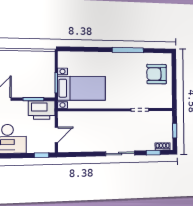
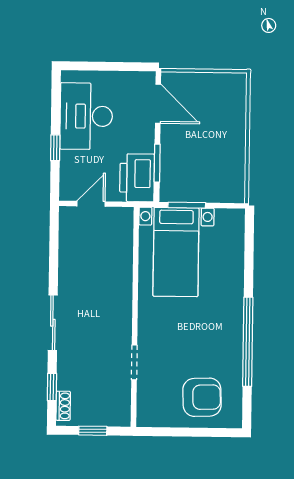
window: (128, 50) -> (248, 342), width x1.46
armchair: (157, 74) -> (202, 397), turned 88
door: (56, 135) -> (91, 204), swing flipped
window: (41, 155) -> (55, 148), moved

